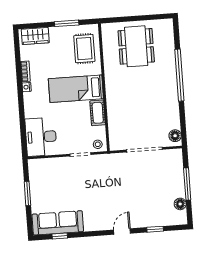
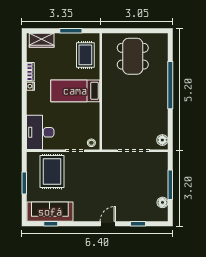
cot: (98, 113) -> (93, 114), removed
rug: (57, 179) -> (52, 172), added

